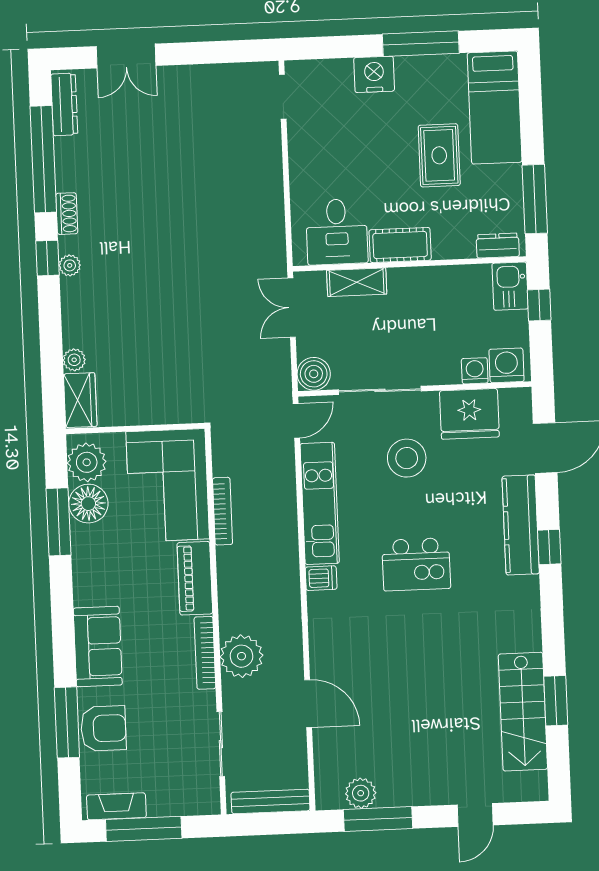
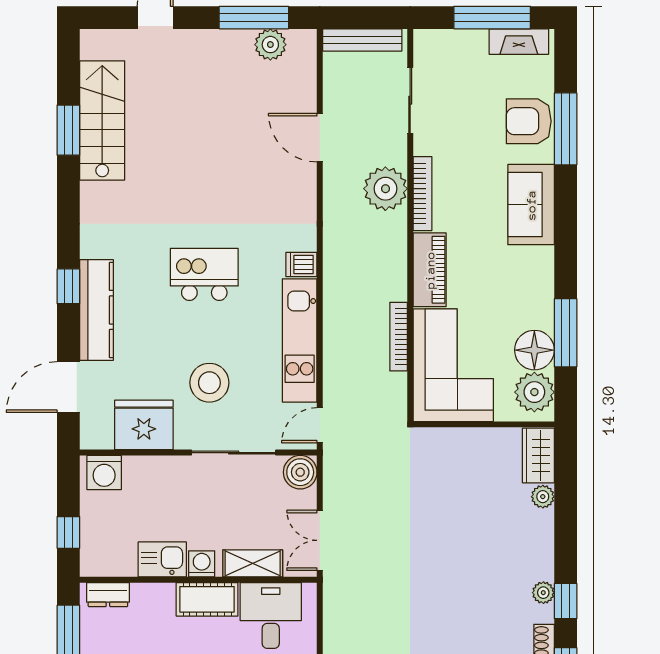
kitchen sink: (510, 286) -> (162, 559), moved, turned -90
double door: (292, 308) -> (320, 540), swing flipped
washing machine: (475, 371) -> (202, 564), moved, turned 180

